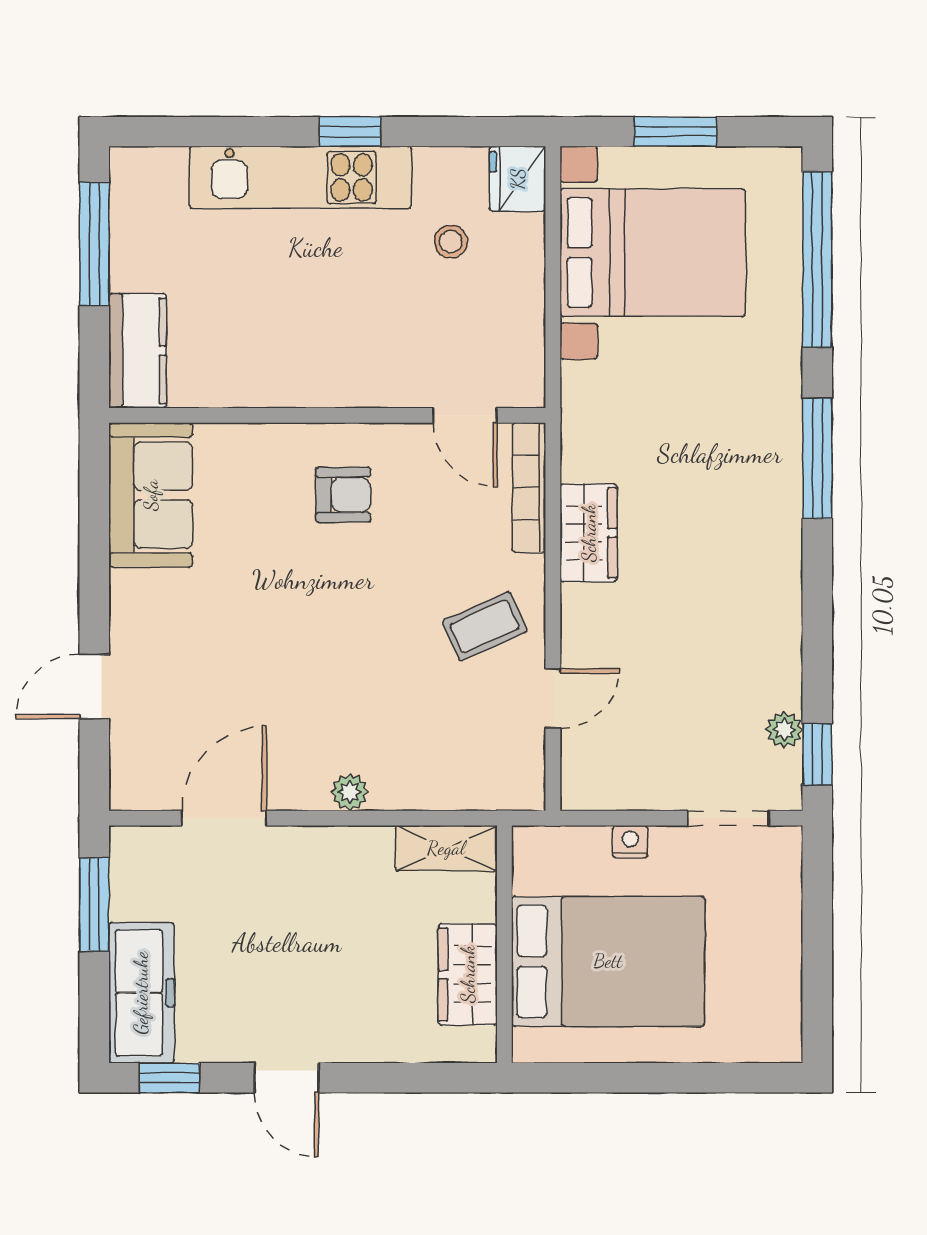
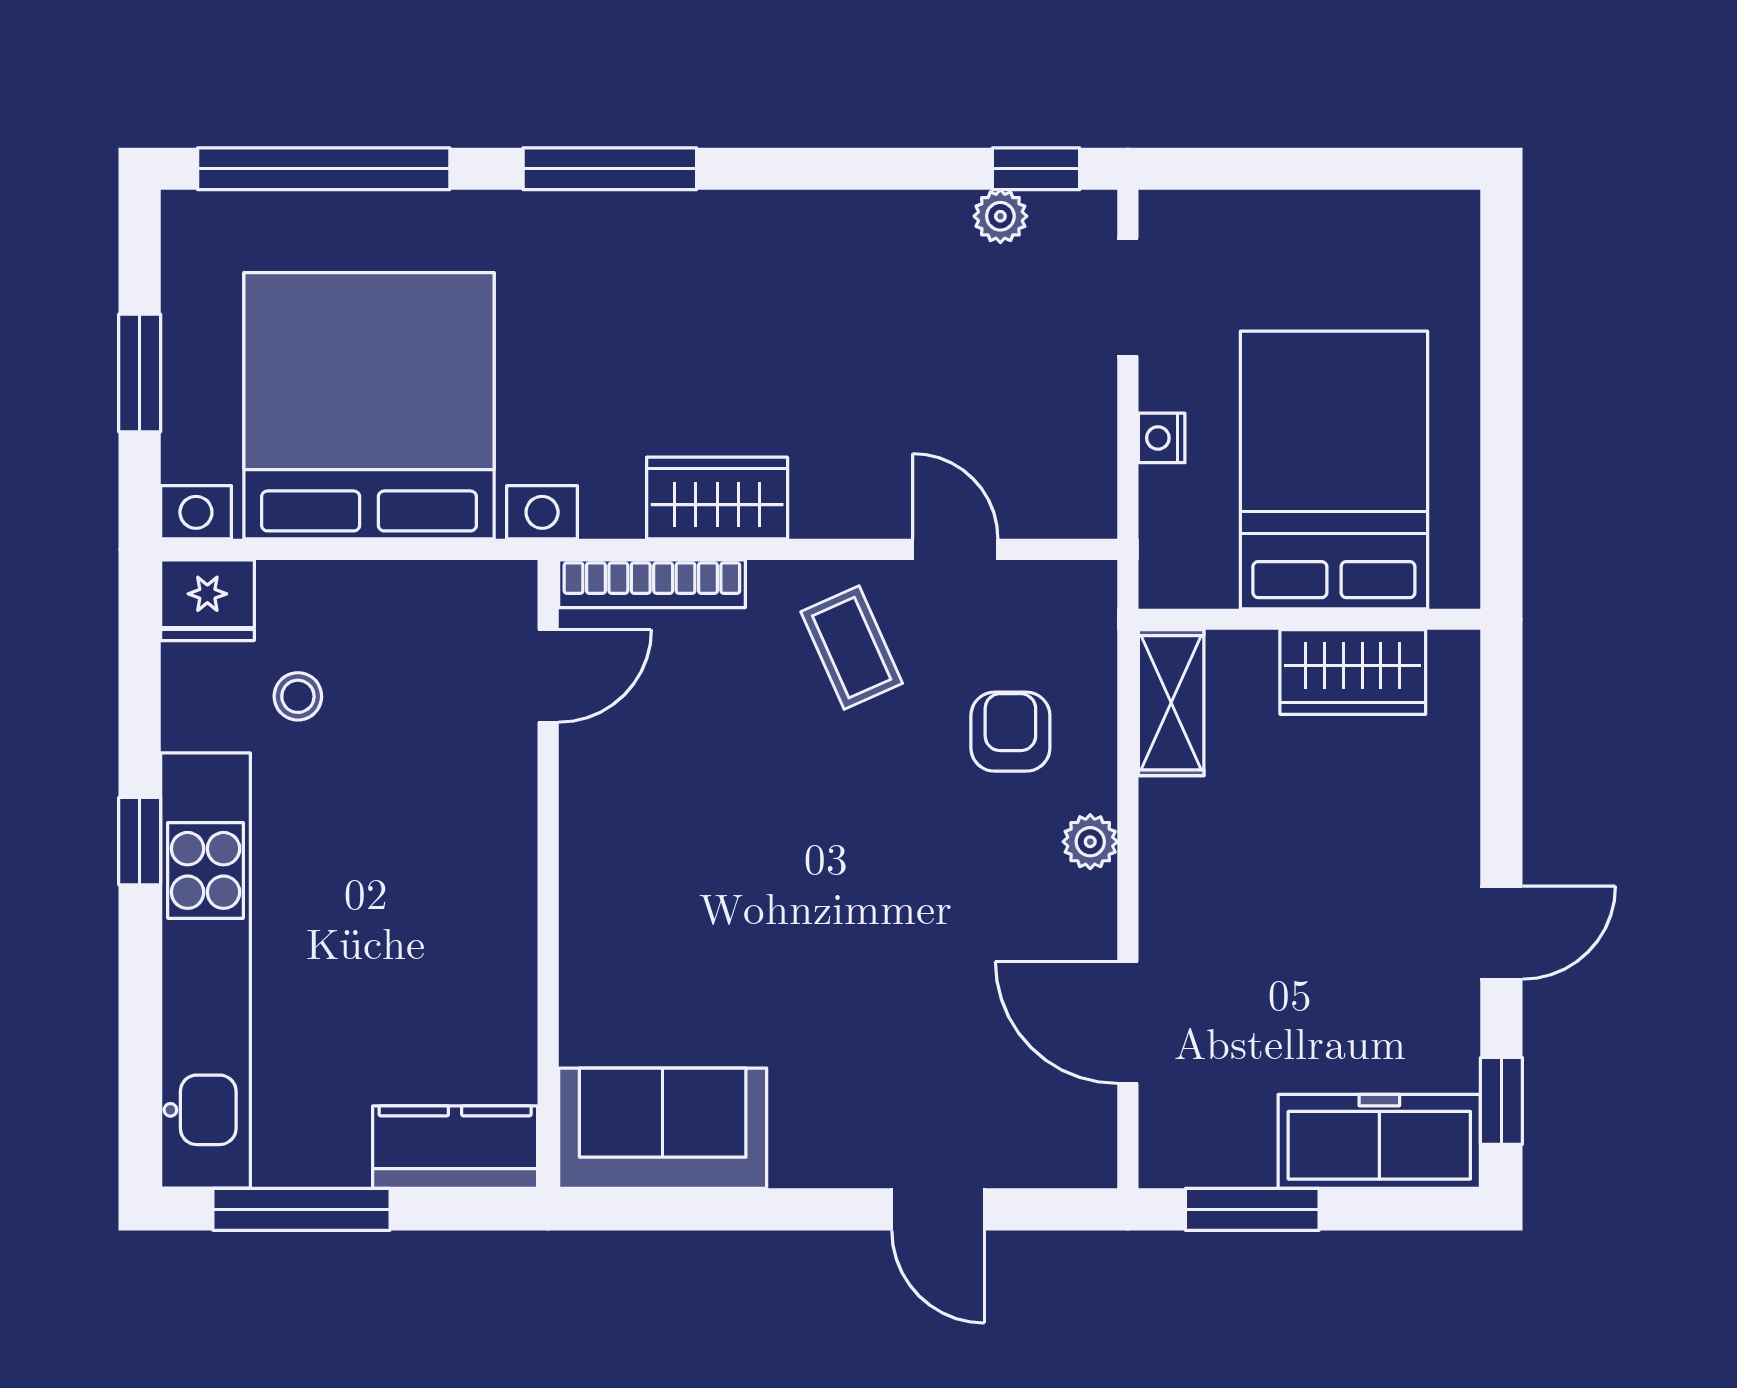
kitchen unit: (301, 177) -> (206, 971), width x1.36
bed with nightstands: (653, 253) -> (369, 406), width x1.36
armchair: (343, 495) -> (1010, 732), moved

